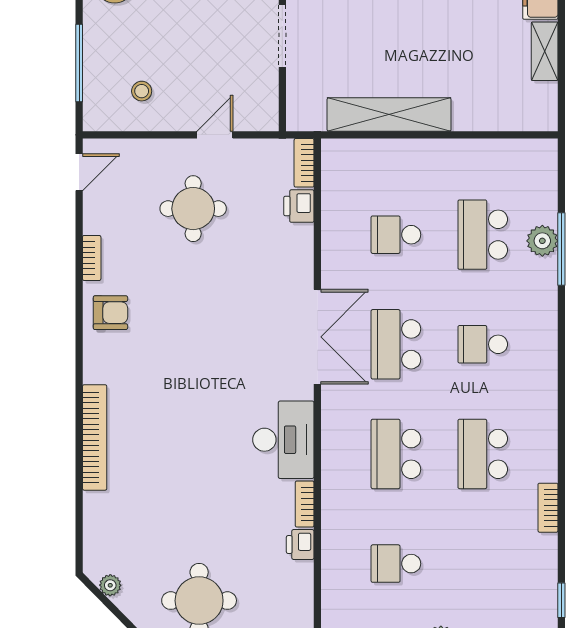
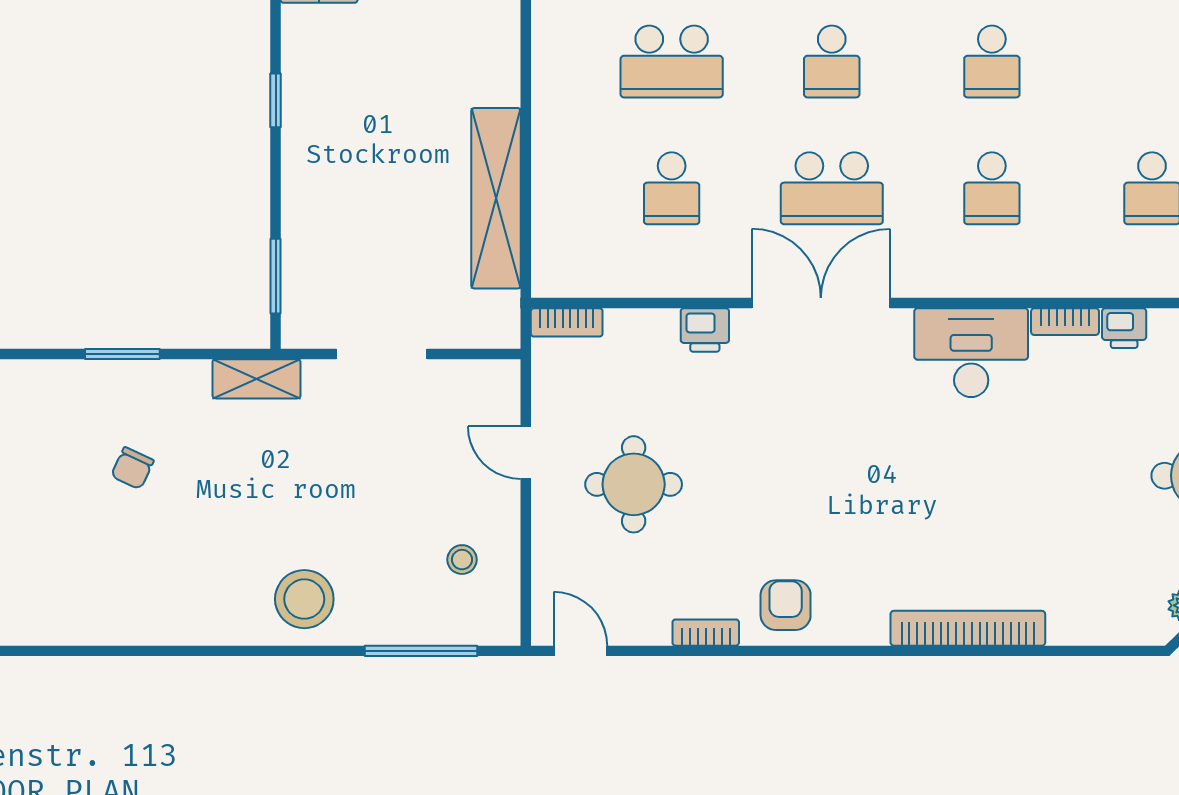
printer: (299, 206) -> (705, 330), moved
school desk: (396, 454) -> (992, 188), width x0.54
school desk: (483, 454) -> (992, 61), width x0.54

